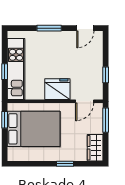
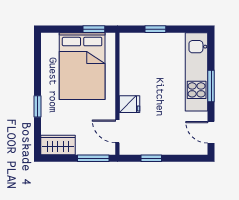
kitchen unit: (16, 69) -> (197, 72), moved, turned 90
fridge: (57, 89) -> (130, 104), width x0.53, depth x0.75

